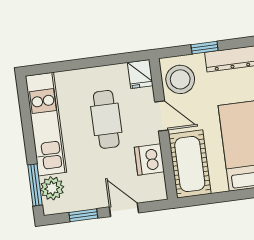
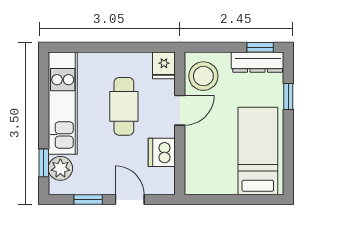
window: (205, 48) -> (260, 47), moved
door: (162, 116) -> (180, 110), hinge flipped
cot: (190, 164) -> (202, 162), removed
window: (35, 185) -> (44, 163), width x0.67

